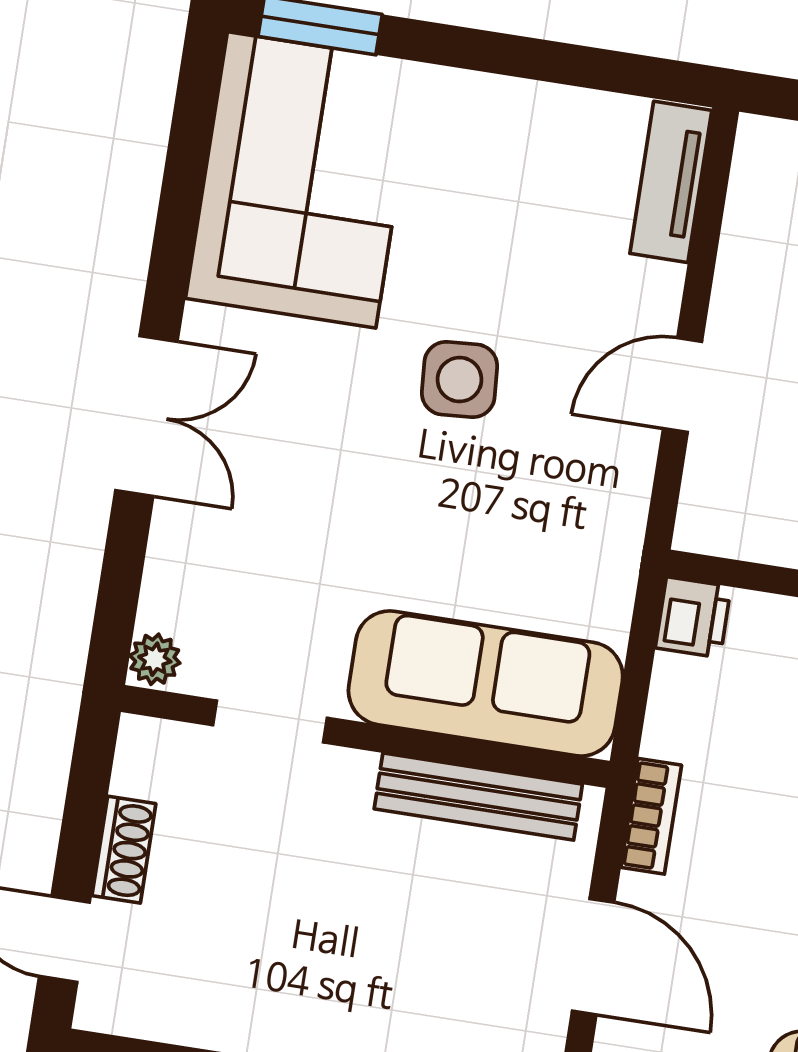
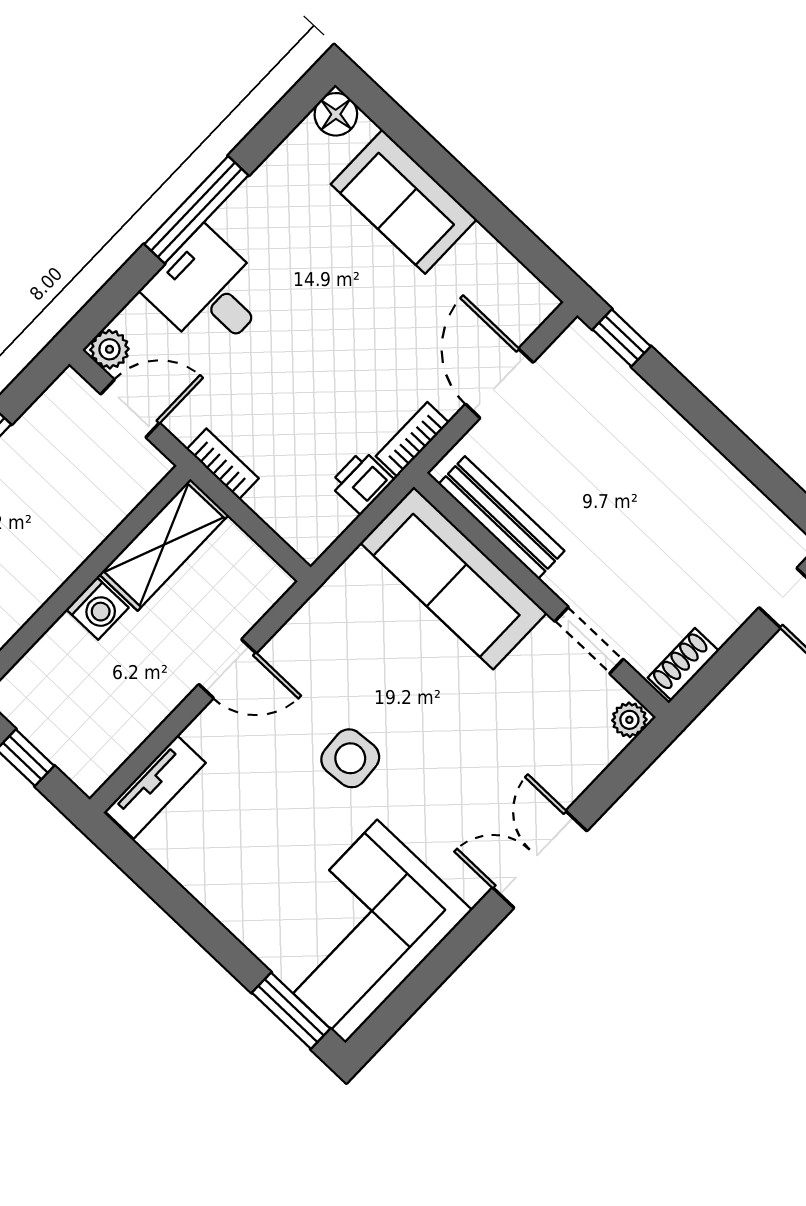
printer: (693, 617) -> (362, 482), moved
shoe rack: (124, 850) -> (683, 664), moved

